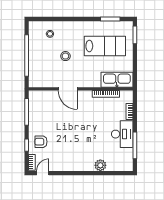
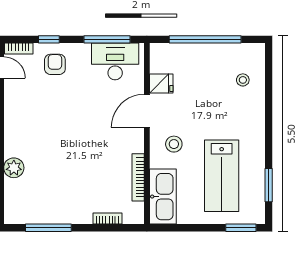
stool: (65, 56) -> (174, 144), moved
fridge: (52, 81) -> (161, 83), added
desk: (122, 134) -> (115, 61), moved, turned 180

